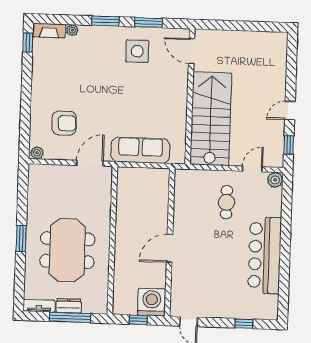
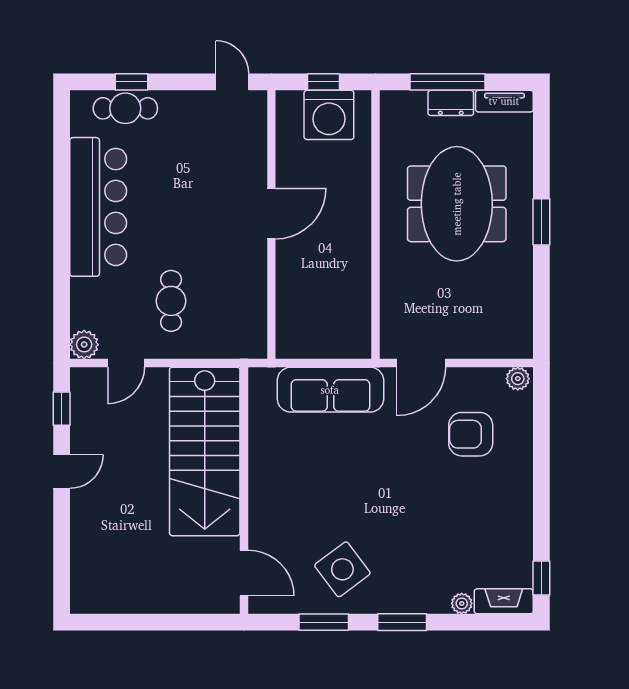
side table: (137, 51) -> (342, 569), turned -37
washing machine: (152, 302) -> (329, 115), moved
cafe table: (248, 309) -> (125, 108), added

